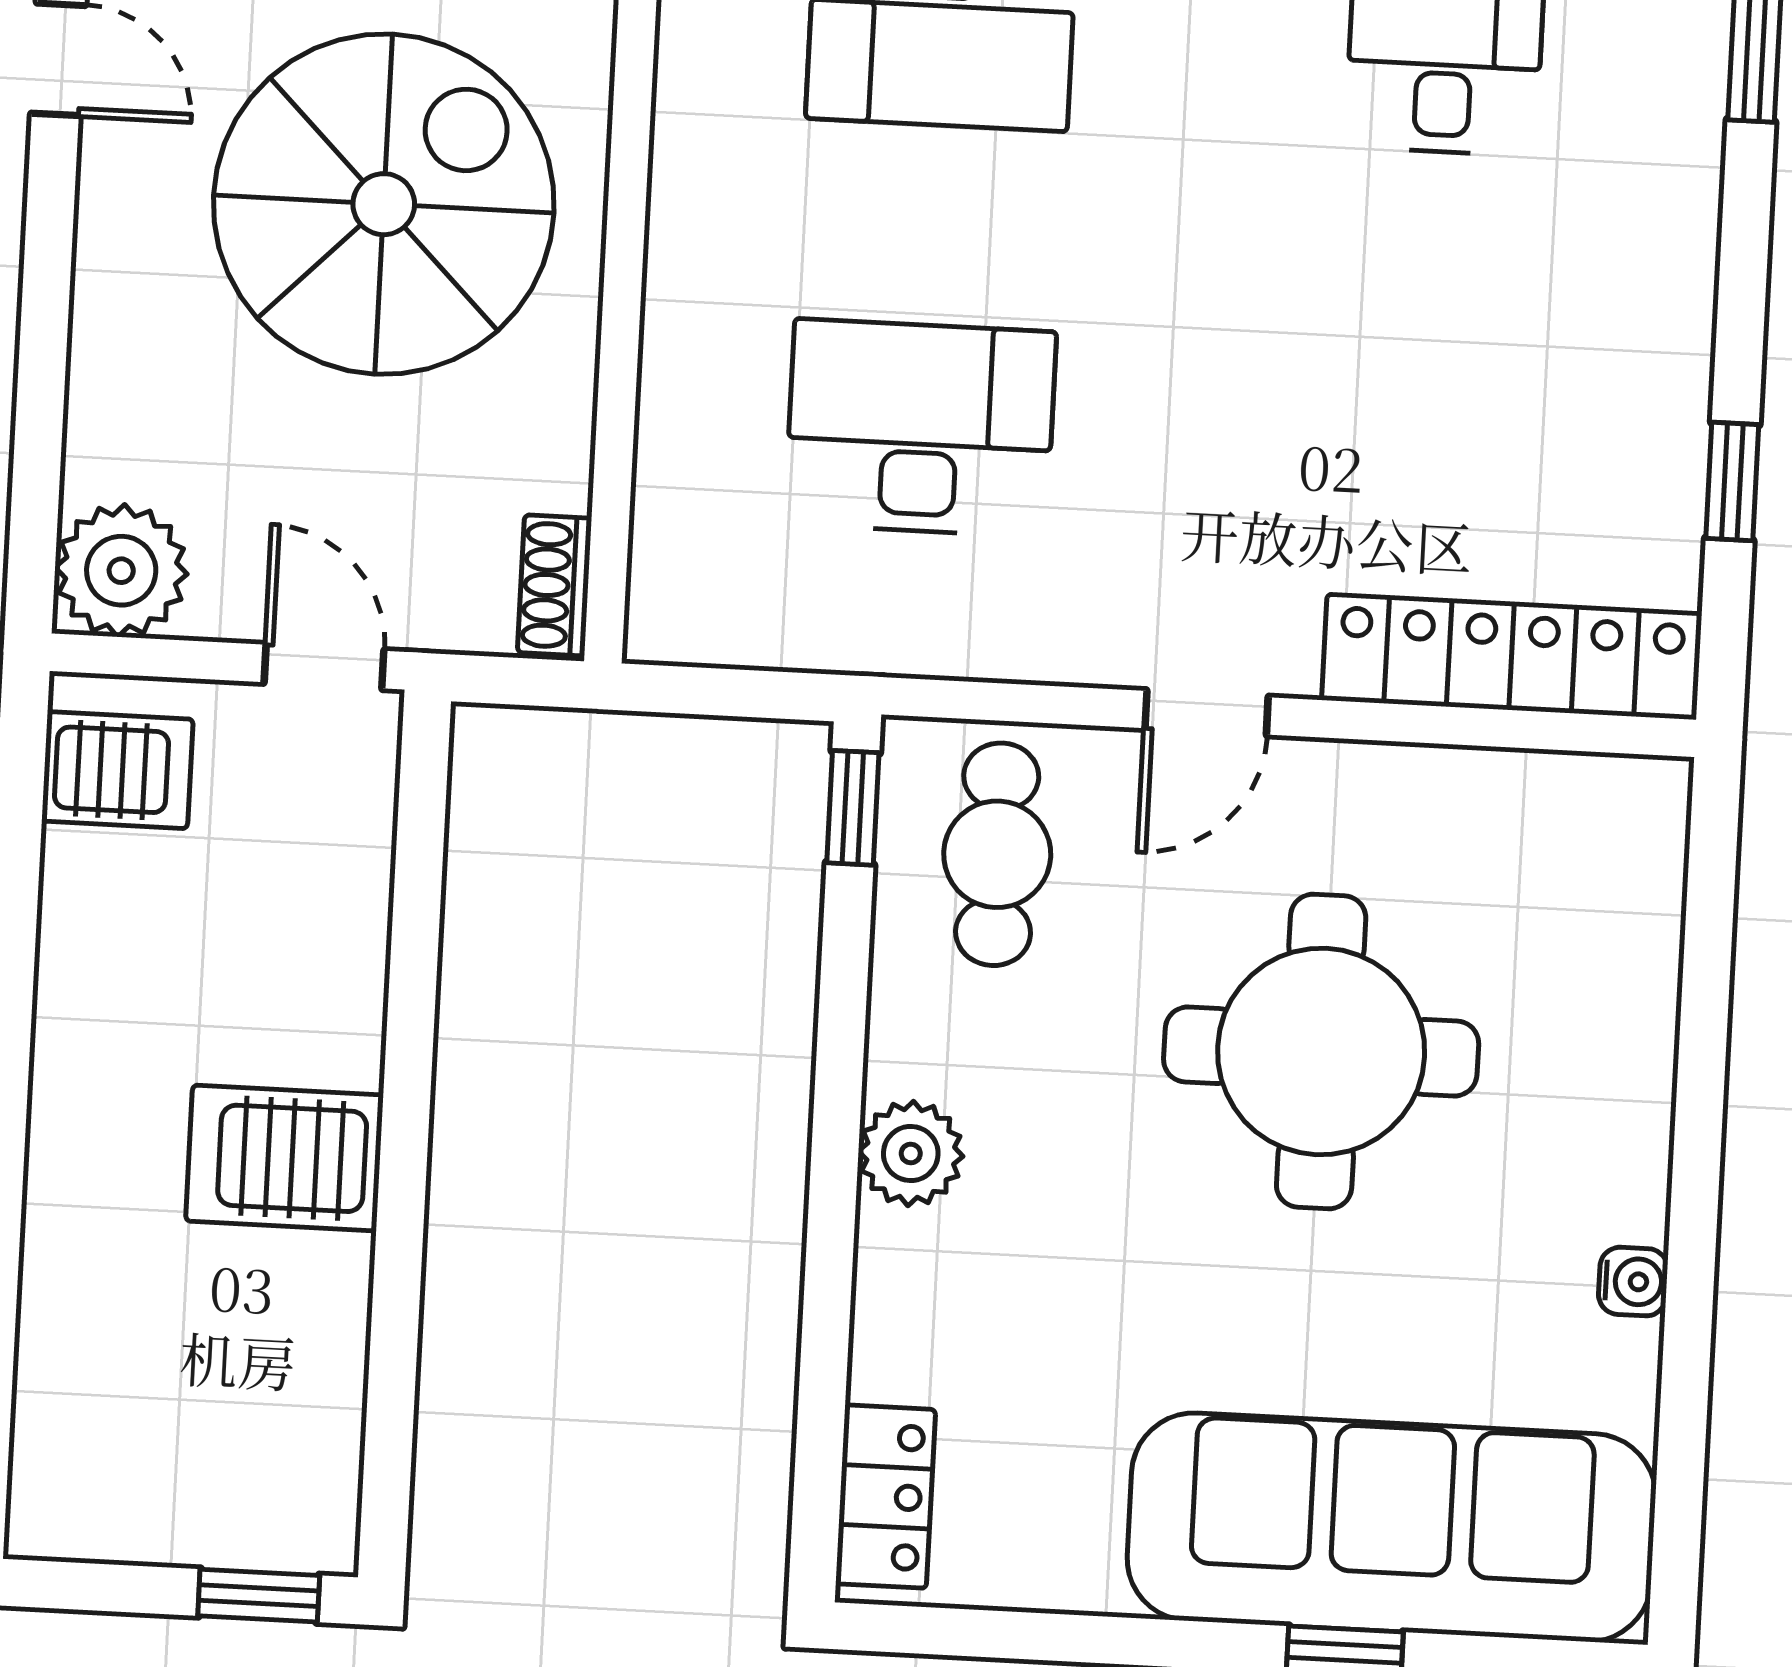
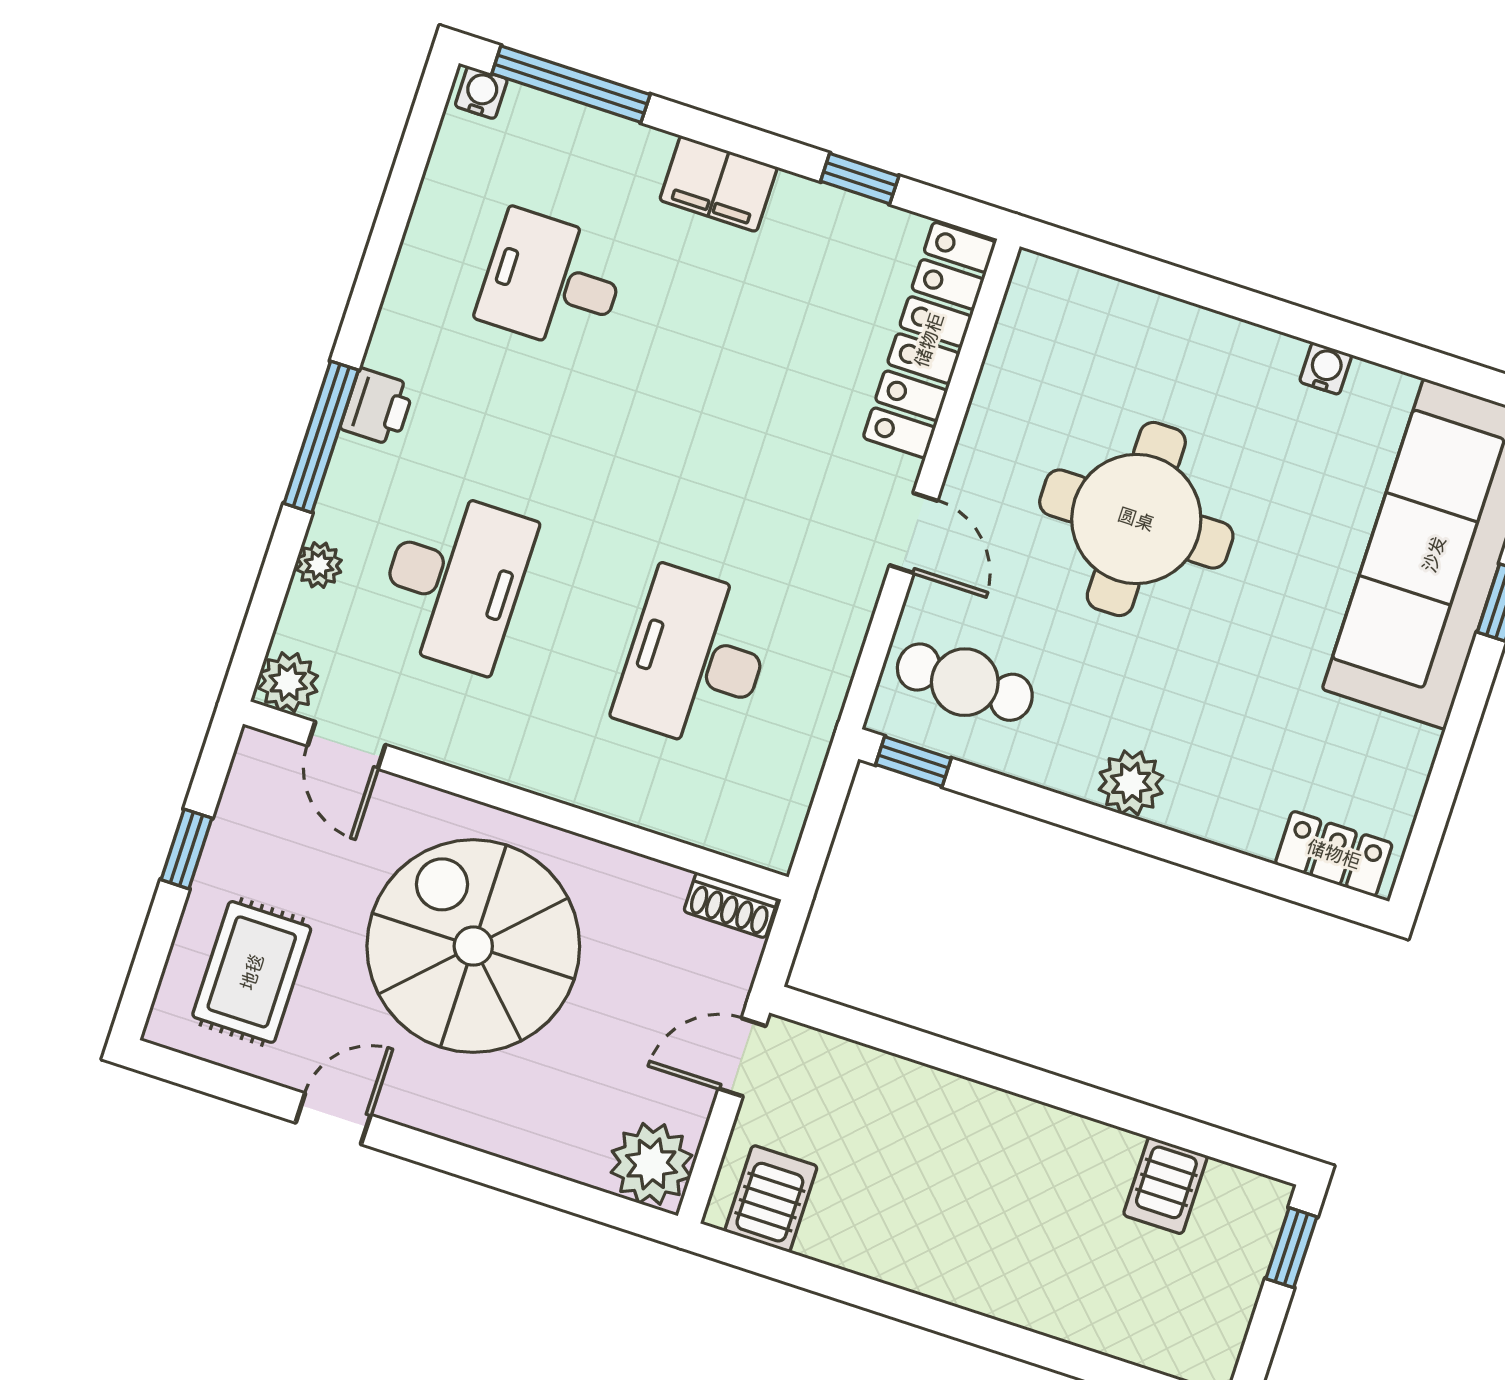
filing cabinet: (1665, 265) -> (718, 184), added
server rack: (284, 1158) -> (1165, 1185), moved, width x0.73, depth x0.70

